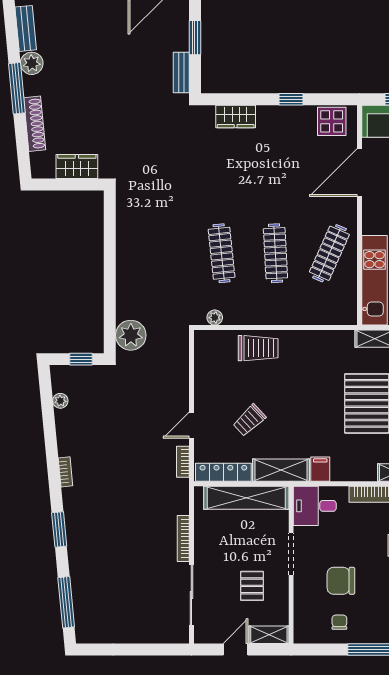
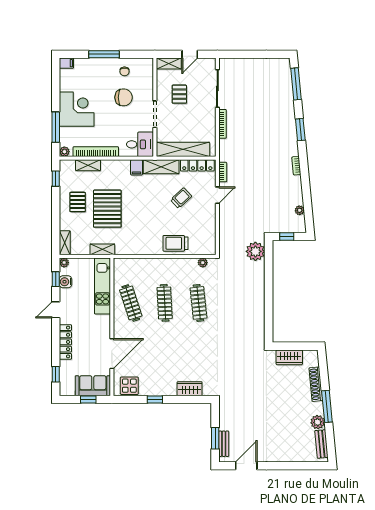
bench: (181, 72) -> (224, 444), moved
clothes rail: (329, 253) -> (131, 303), turned -42

